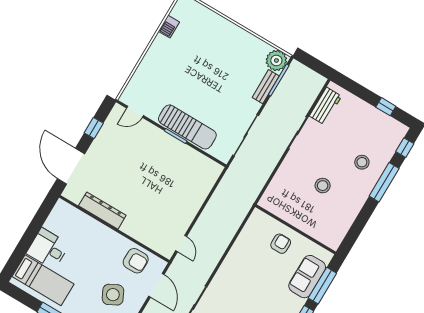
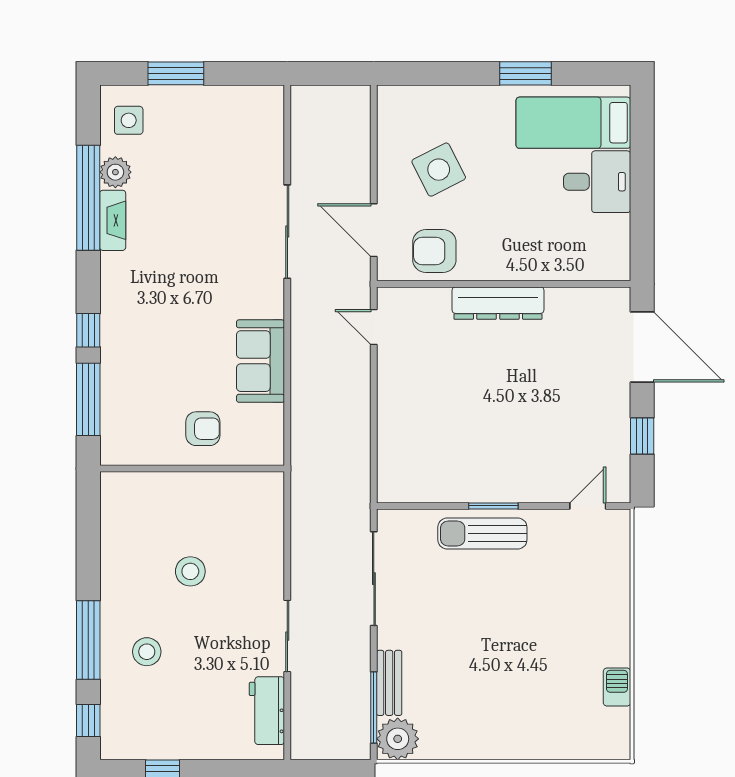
sun lounger: (187, 127) -> (482, 533), width x0.73, depth x0.75
dresser: (102, 211) -> (498, 303), moved
armchair: (281, 244) -> (203, 429), turned -90
sofa: (307, 277) -> (260, 361), moved, turned 180

